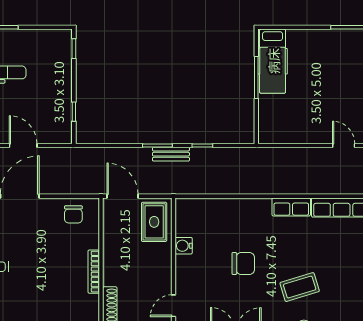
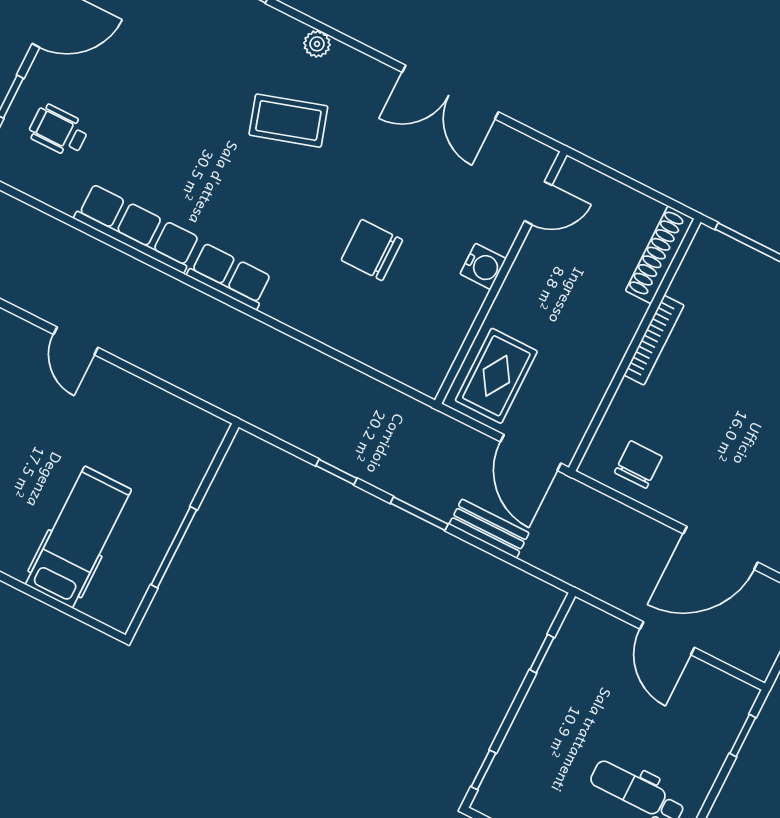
hospital bed: (273, 61) -> (78, 537), moved
bench: (171, 154) -> (489, 529), moved
water cooler: (184, 246) -> (483, 266), moved
chair: (243, 264) -> (372, 250), moved

